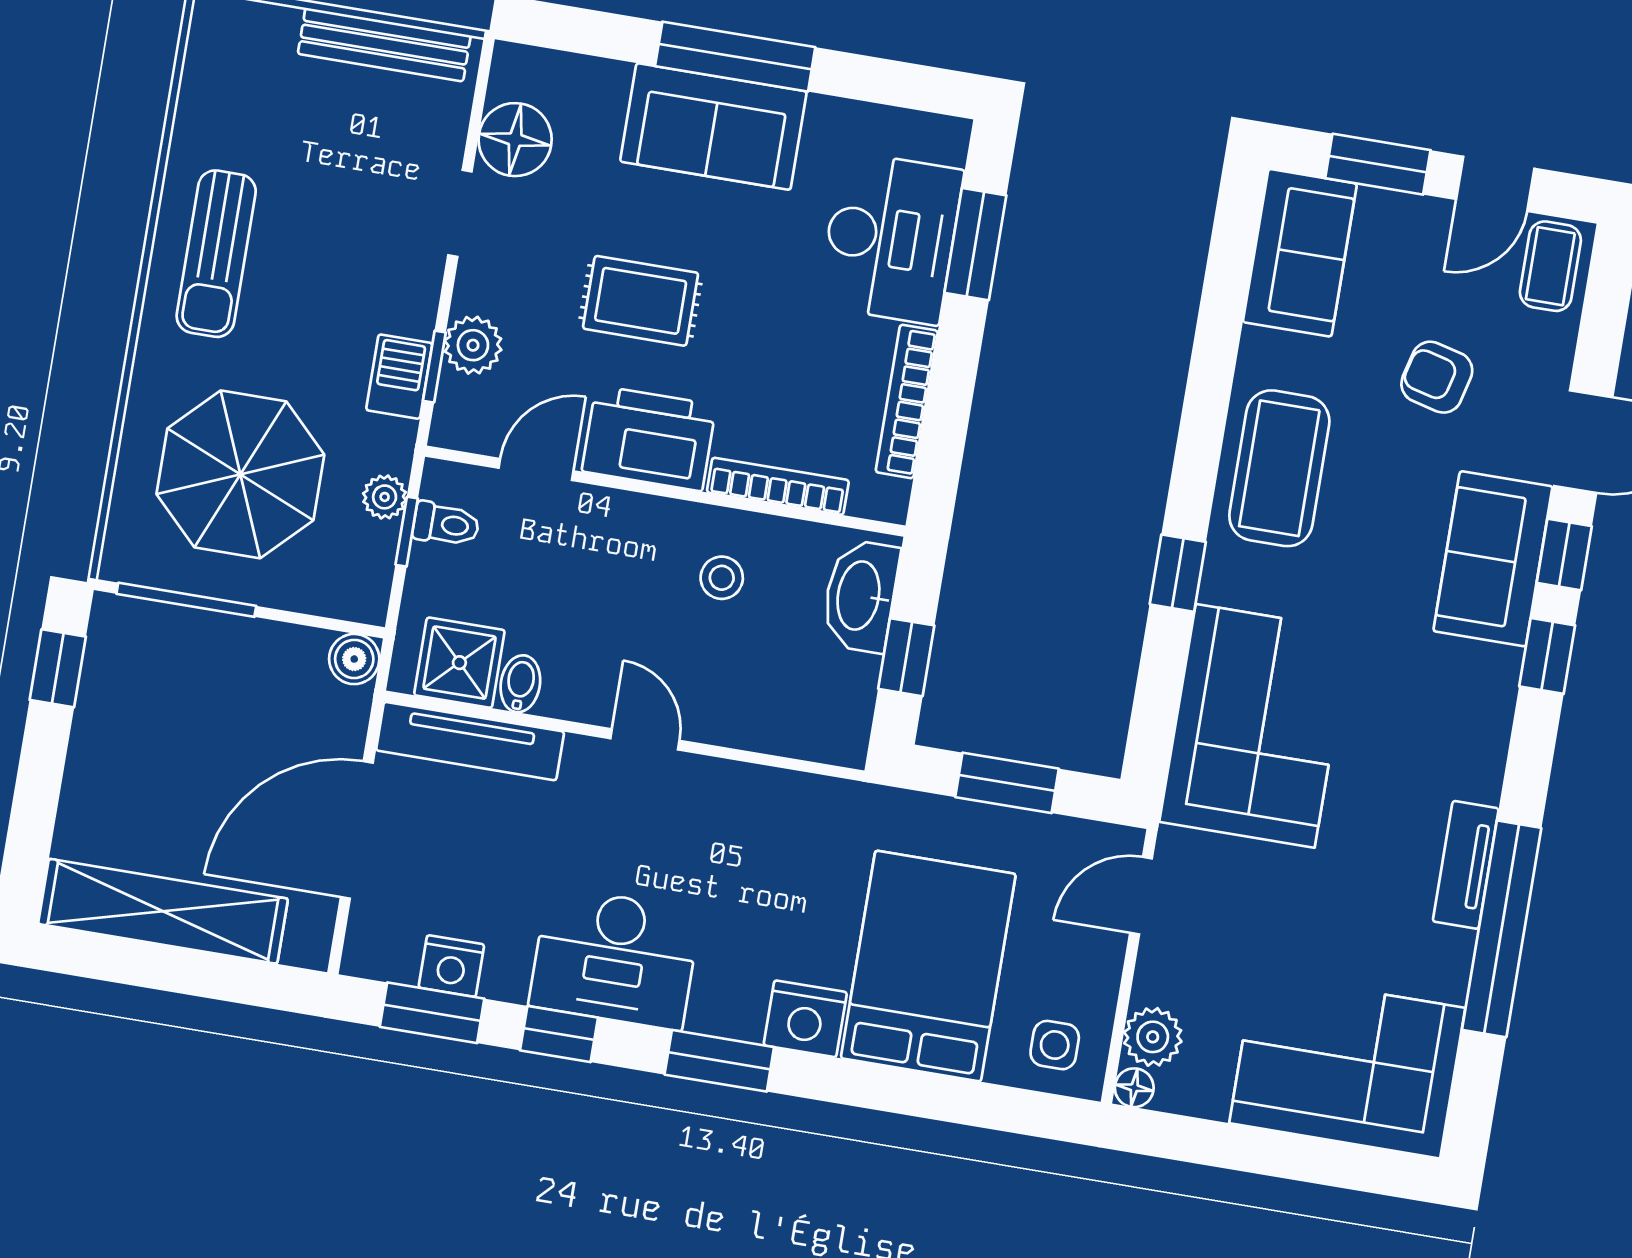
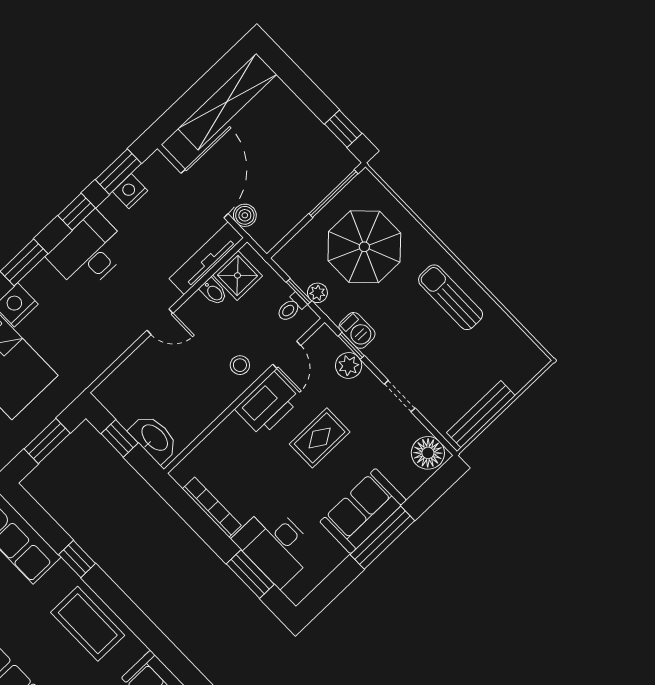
floor lamp: (515, 140) -> (428, 453), moved
bookcase: (778, 486) -> (216, 438), removed
stool: (722, 578) -> (240, 365), moved
boiler: (354, 659) -> (245, 215), moved

